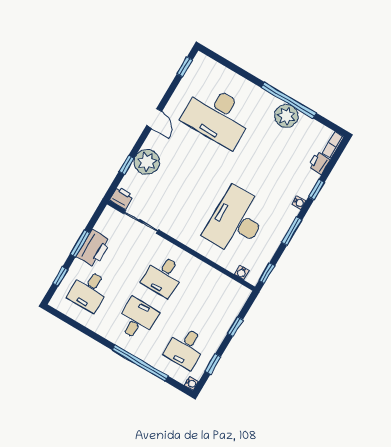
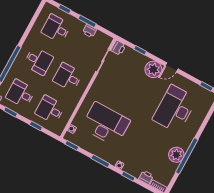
plant: (147, 162) -> (153, 69), moved
printer: (94, 249) -> (90, 31), width x0.53, depth x0.68
desk: (211, 304) -> (50, 110), added

